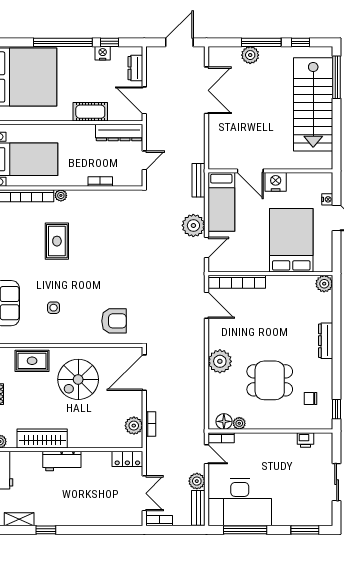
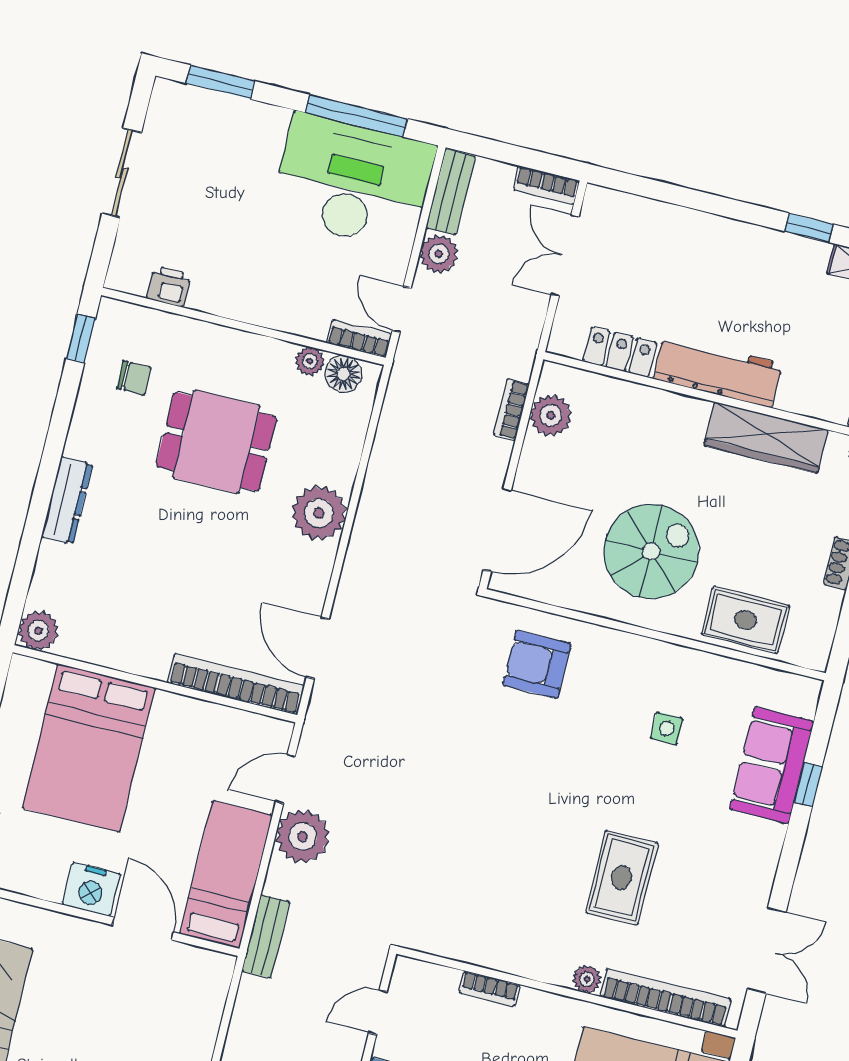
locker: (127, 459) -> (620, 352), moved
workbench: (62, 461) -> (718, 371), width x1.38

